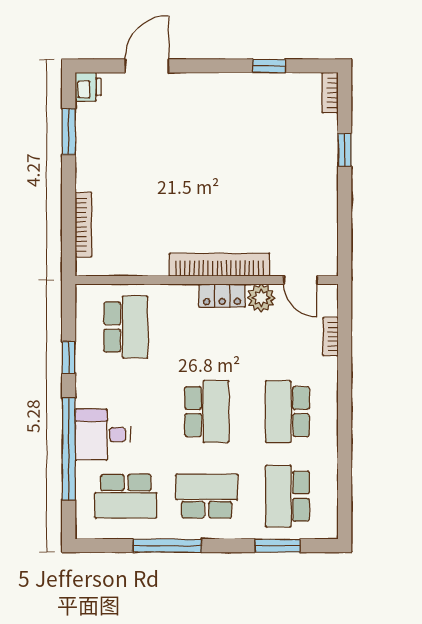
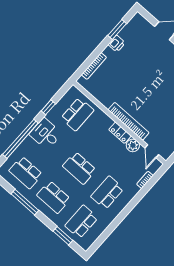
printer: (88, 87) -> (117, 44), moved
school desk: (207, 412) -> (79, 168), turned 90
desk: (103, 435) -> (46, 134), moved
school desk: (207, 496) -> (54, 197), turned 180

